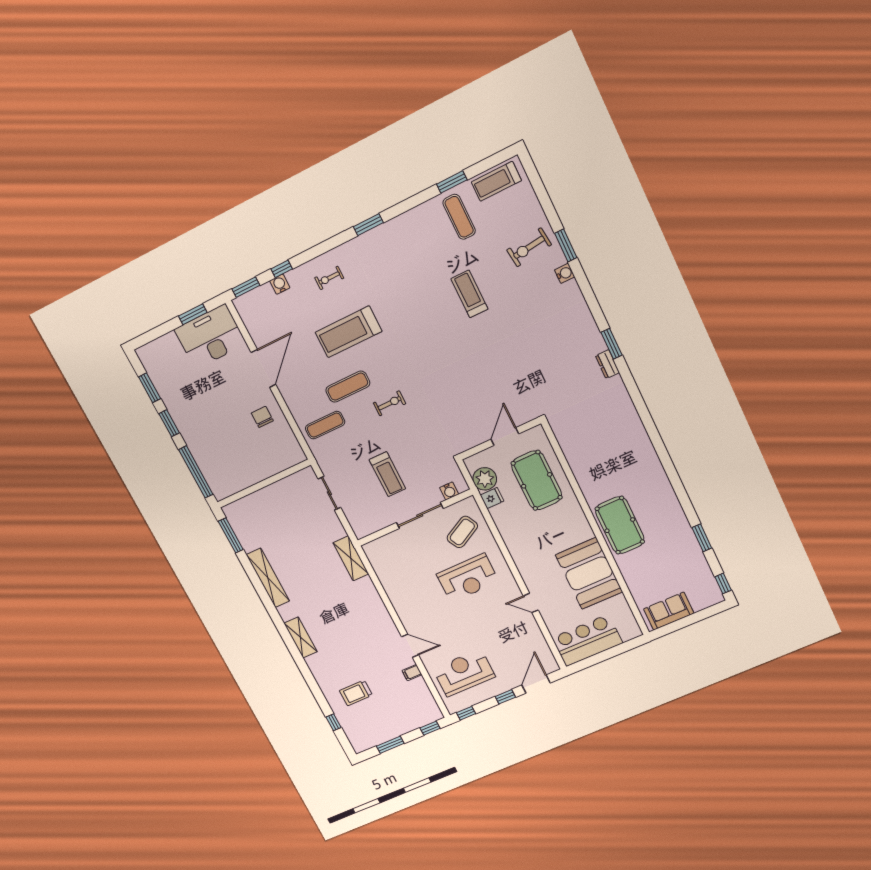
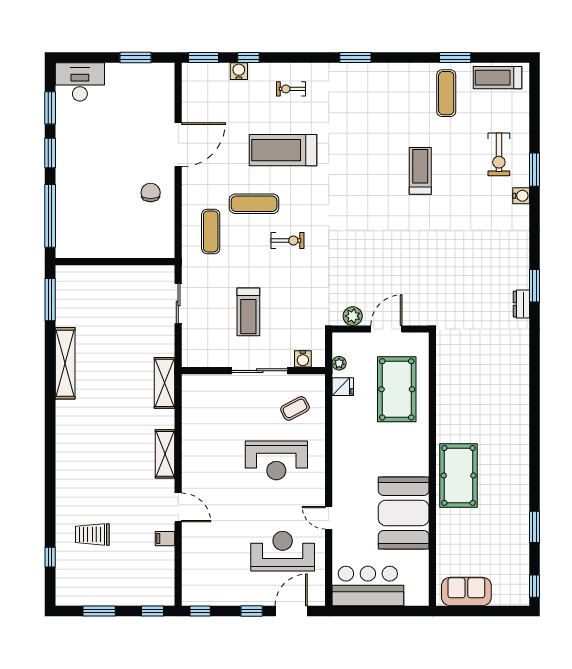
exercise bike: (529, 247) -> (499, 154), turned -83
desk: (210, 337) -> (80, 82), moved, width x0.73, depth x0.77
exercise mat: (325, 425) -> (211, 231), turned 90
plant: (472, 439) -> (353, 316), added
plant: (485, 479) -> (339, 363), width x0.53, depth x0.53
coffee table: (462, 532) -> (295, 408), width x0.73, depth x0.77
shelving: (301, 637) -> (165, 454), moved
reception desk: (464, 673) -> (283, 551), moved

